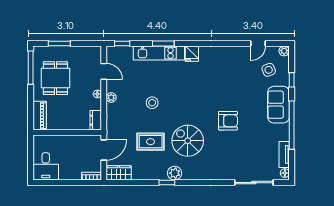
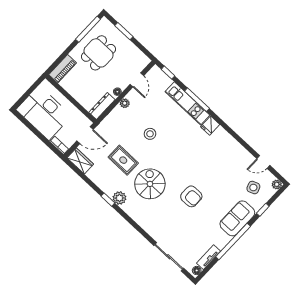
window: (163, 43) -> (197, 100), width x1.44
dresser: (96, 120) -> (102, 106), width x1.44
desk: (46, 166) -> (44, 113), width x1.87, depth x1.30

